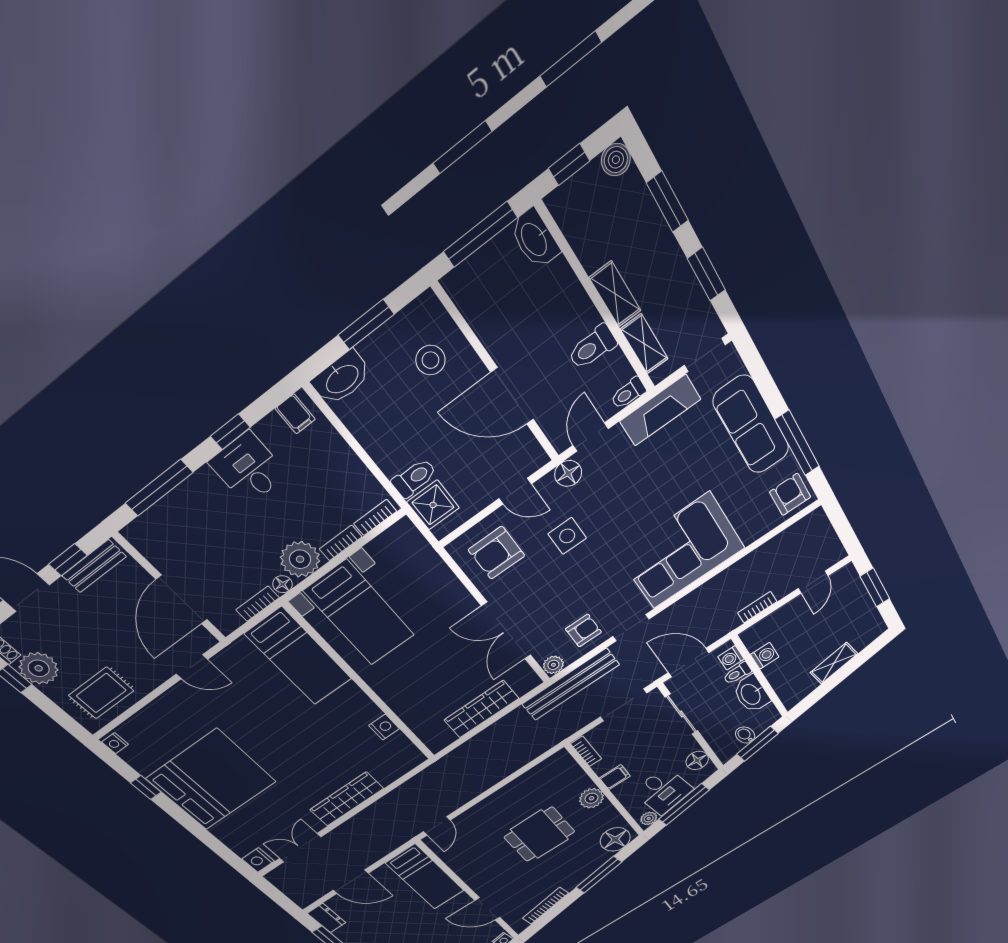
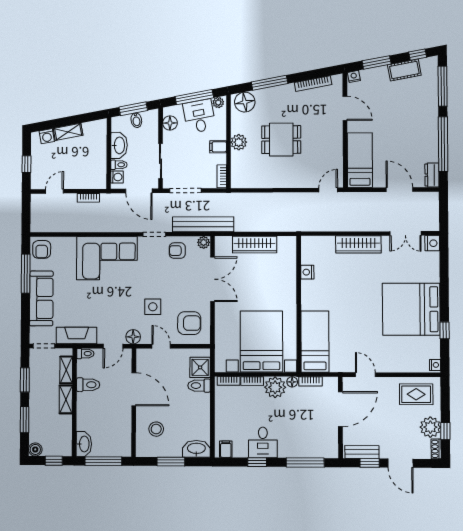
window: (875, 587) -> (26, 164), width x0.67
bed with nightstands: (359, 613) -> (261, 342), width x1.36
washing machine: (765, 656) -> (47, 136), moved, turned -100

